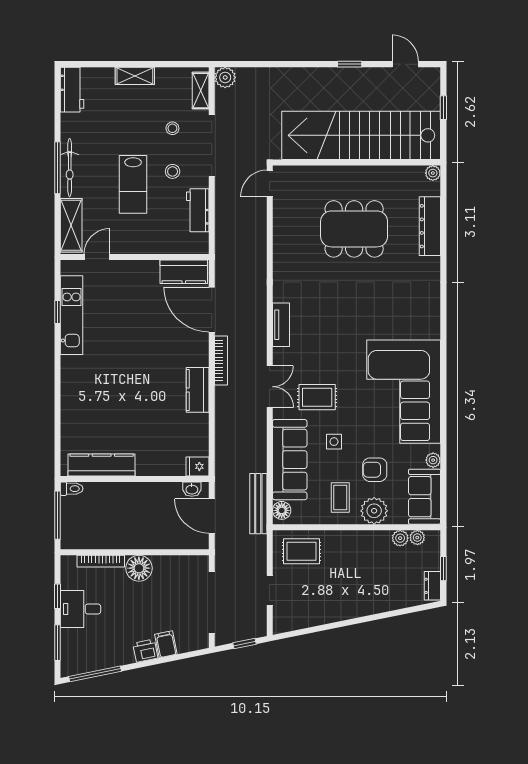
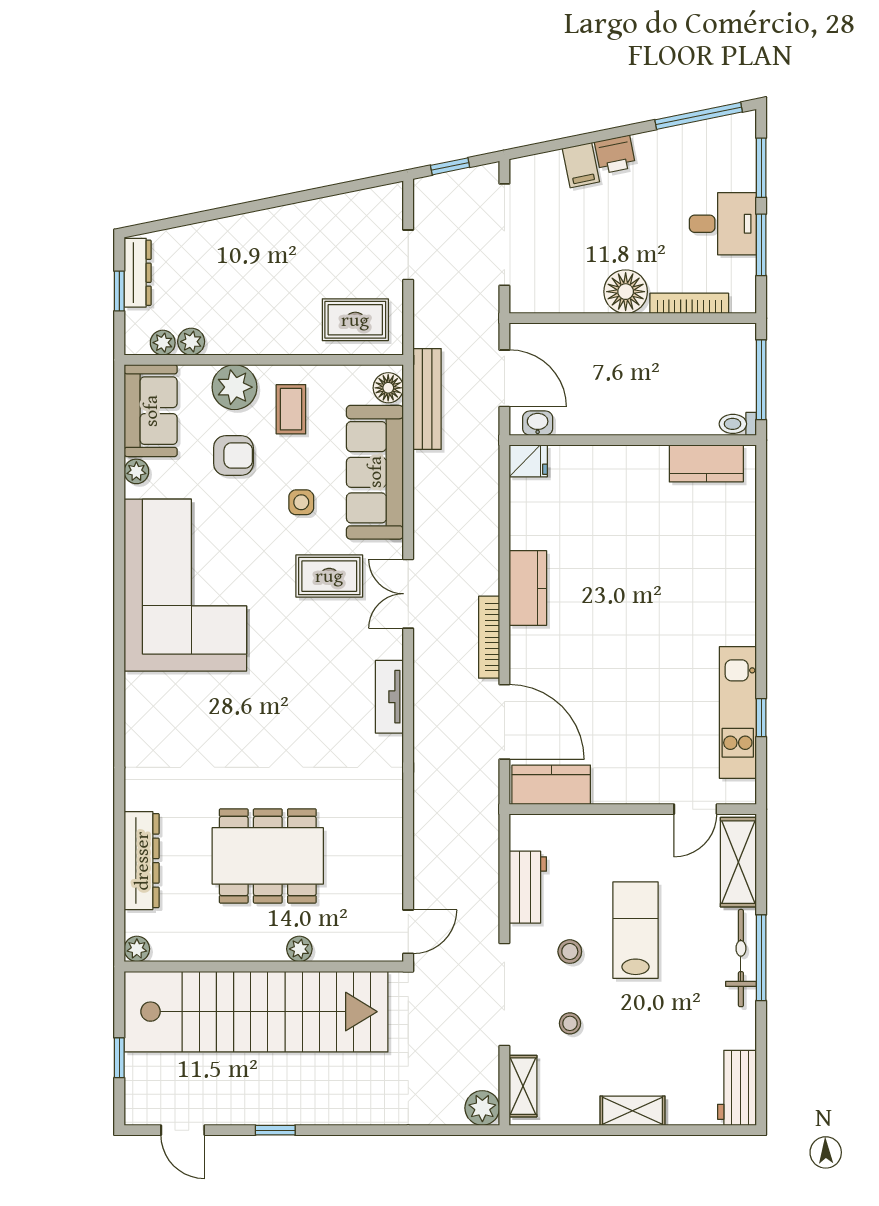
plant: (335, 173) -> (299, 949), added
kitchen counter: (102, 465) -> (706, 463), width x0.67
dresser: (432, 586) -> (138, 273), width x1.44
window: (57, 596) -> (761, 245), width x1.50

